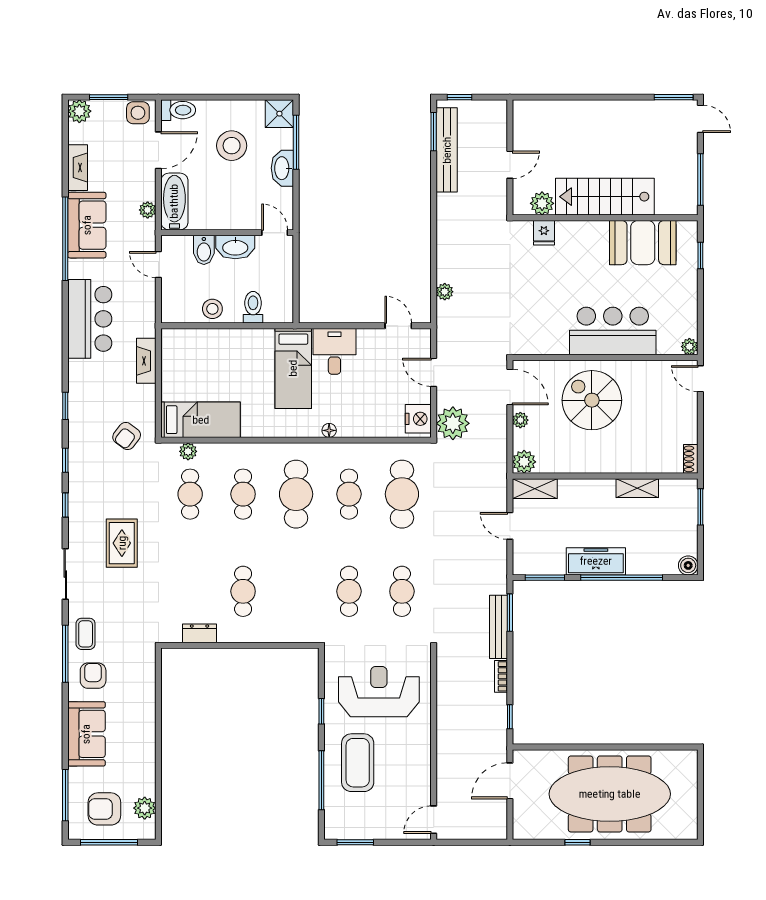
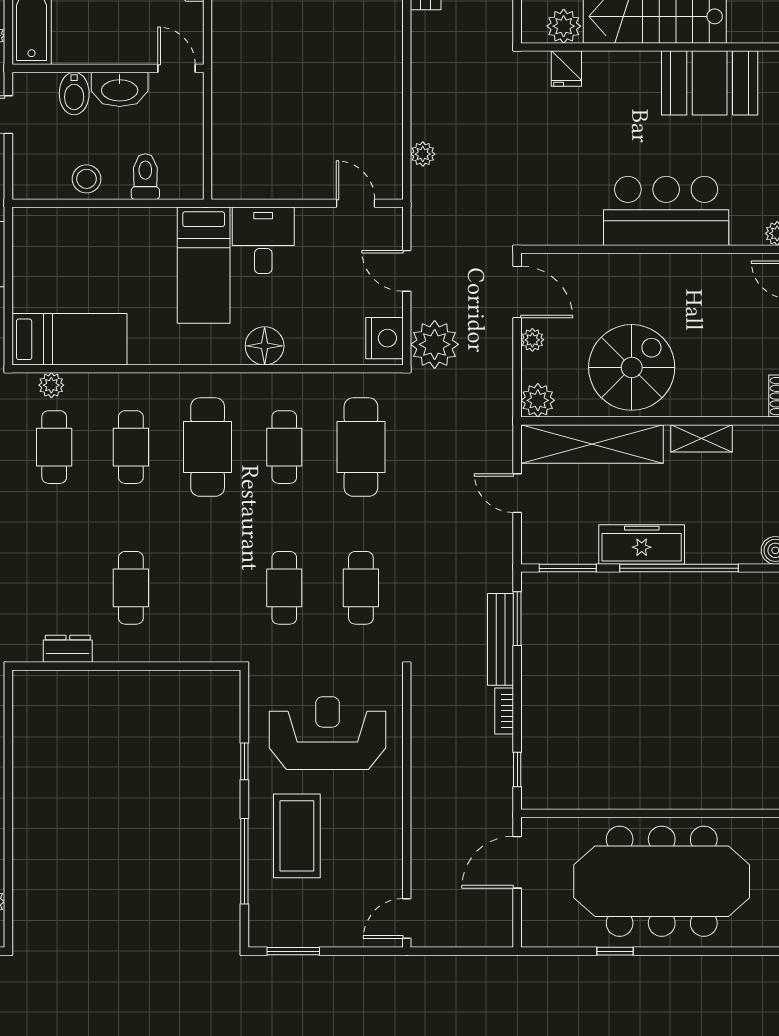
spiral stairs: (592, 400) -> (632, 367), moved, turned 90
floor lamp: (329, 430) -> (265, 346), width x1.89, depth x1.89
shelving: (535, 489) -> (592, 444), width x2.20, depth x1.33

